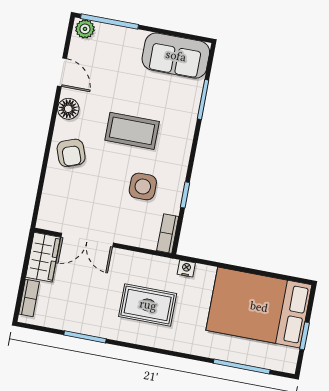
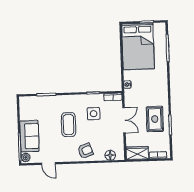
sofa: (176, 56) -> (29, 136), moved
door: (62, 72) -> (48, 164), swing flipped
floor lamp: (68, 109) -> (110, 155), moved
double door: (87, 240) -> (124, 120), moved
rug: (148, 305) -> (155, 119), moved

